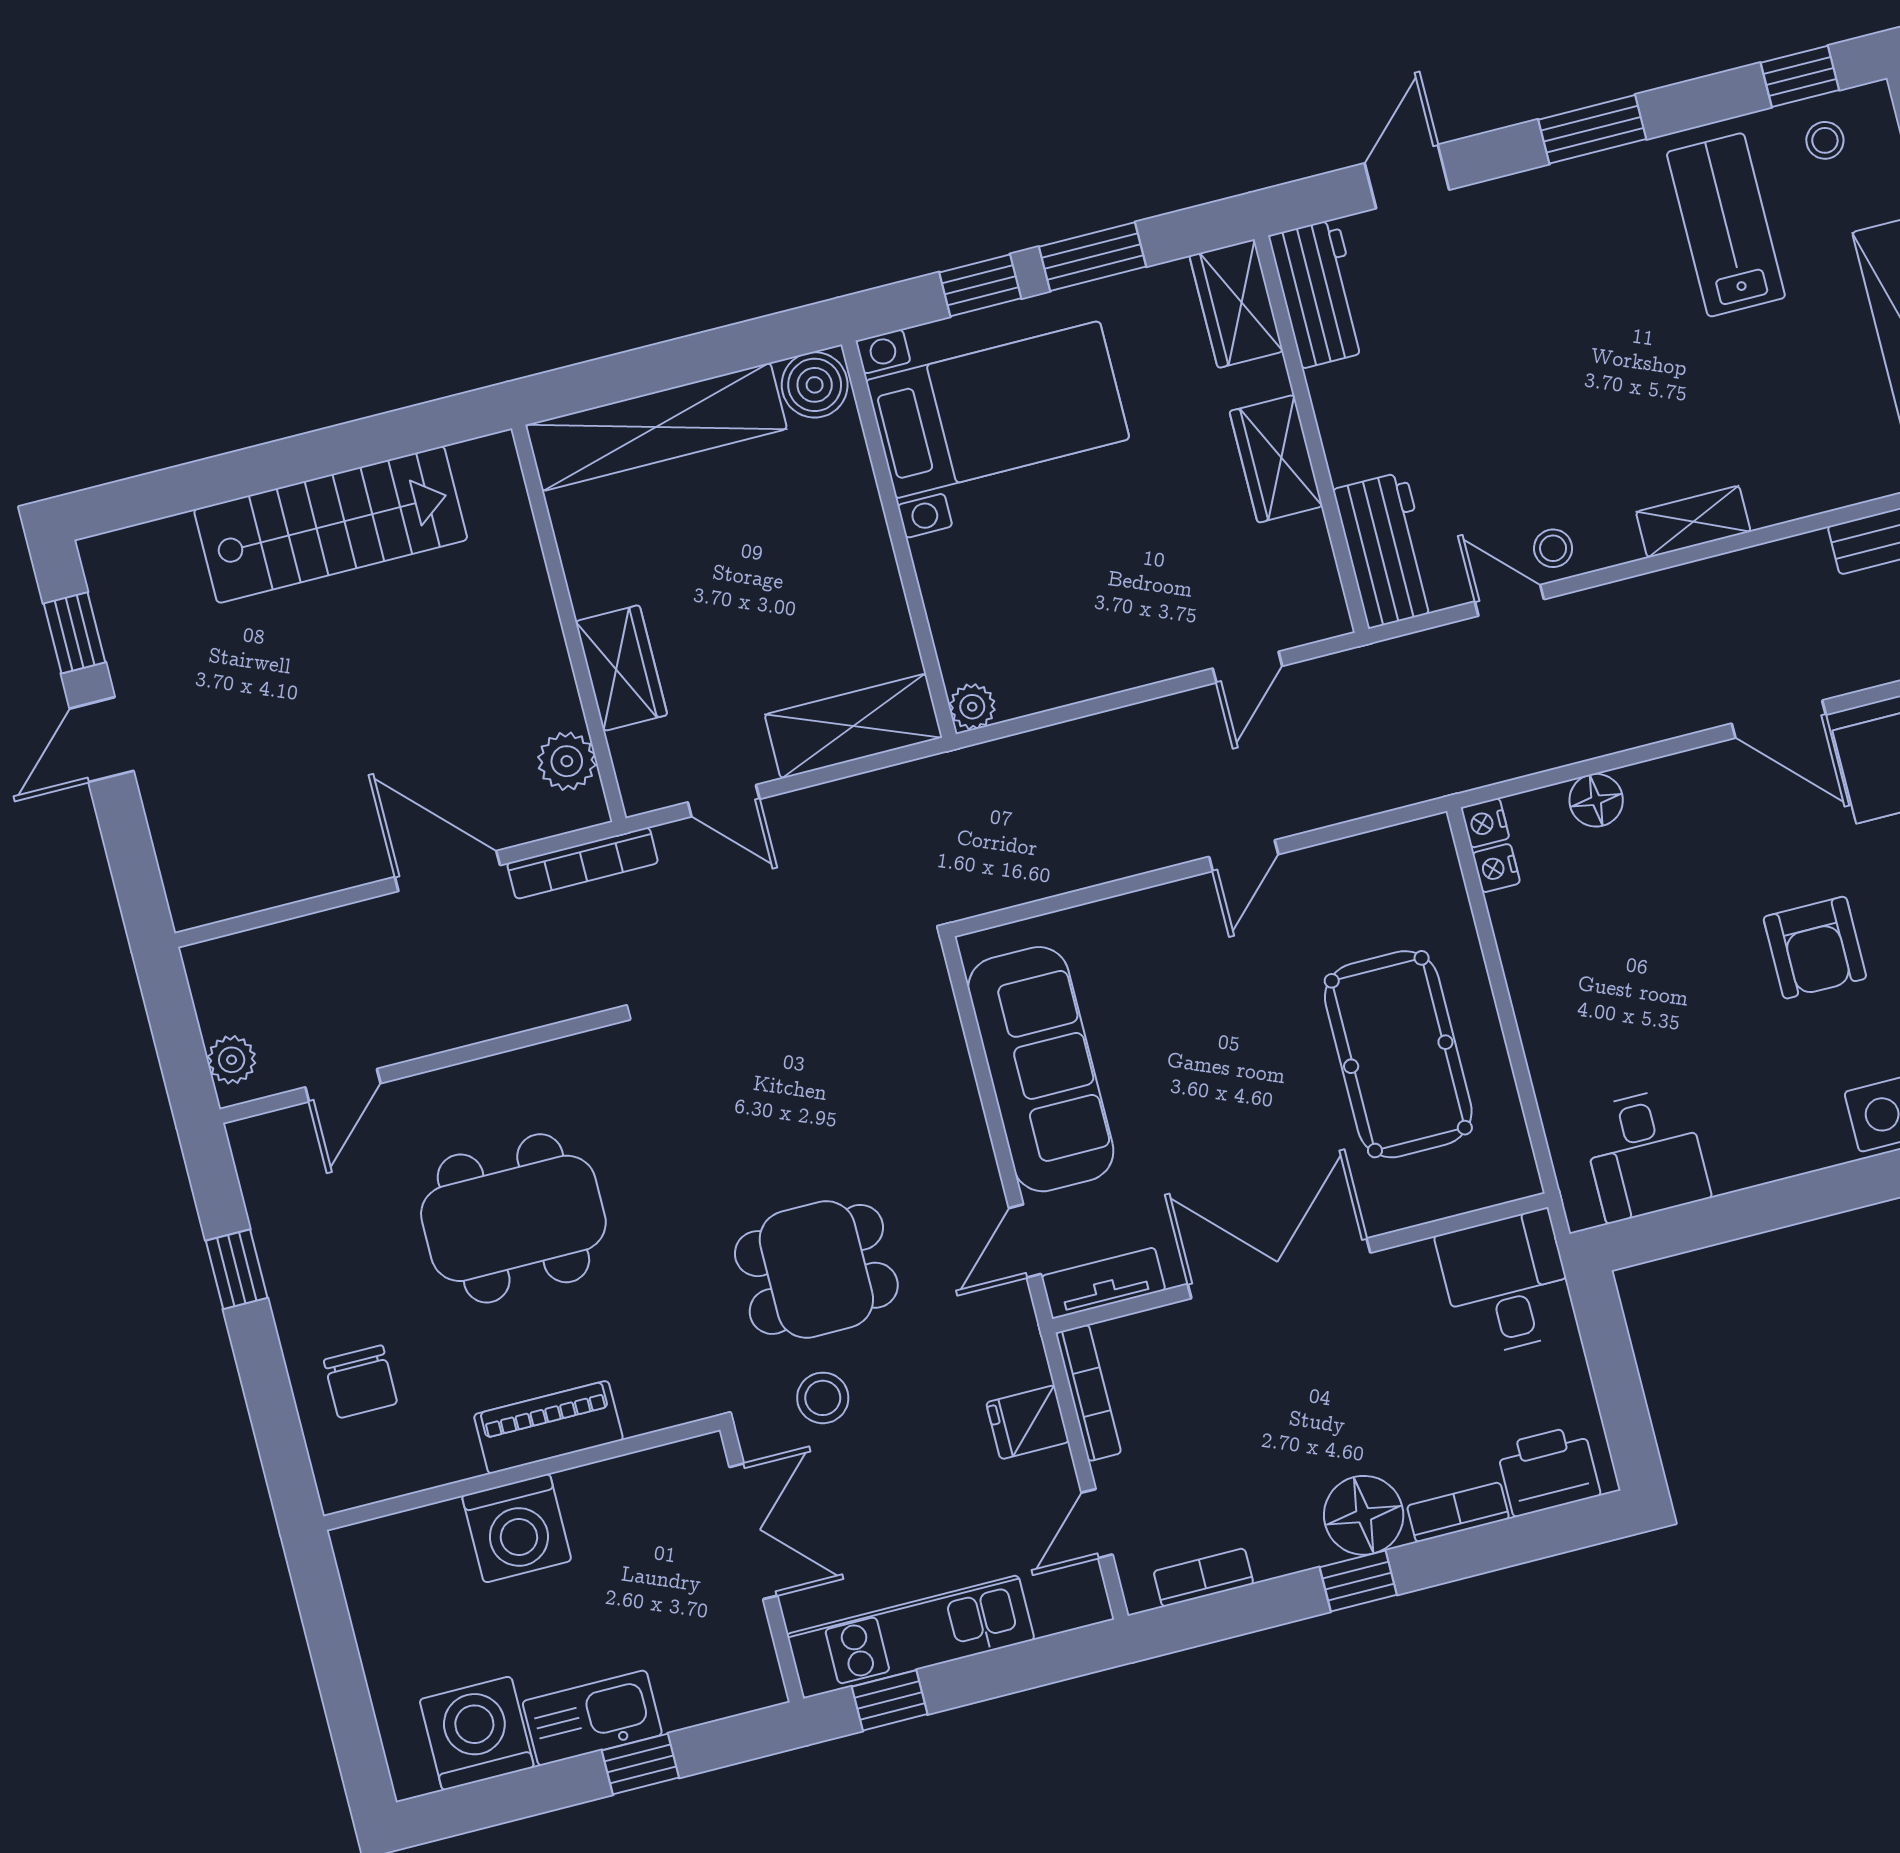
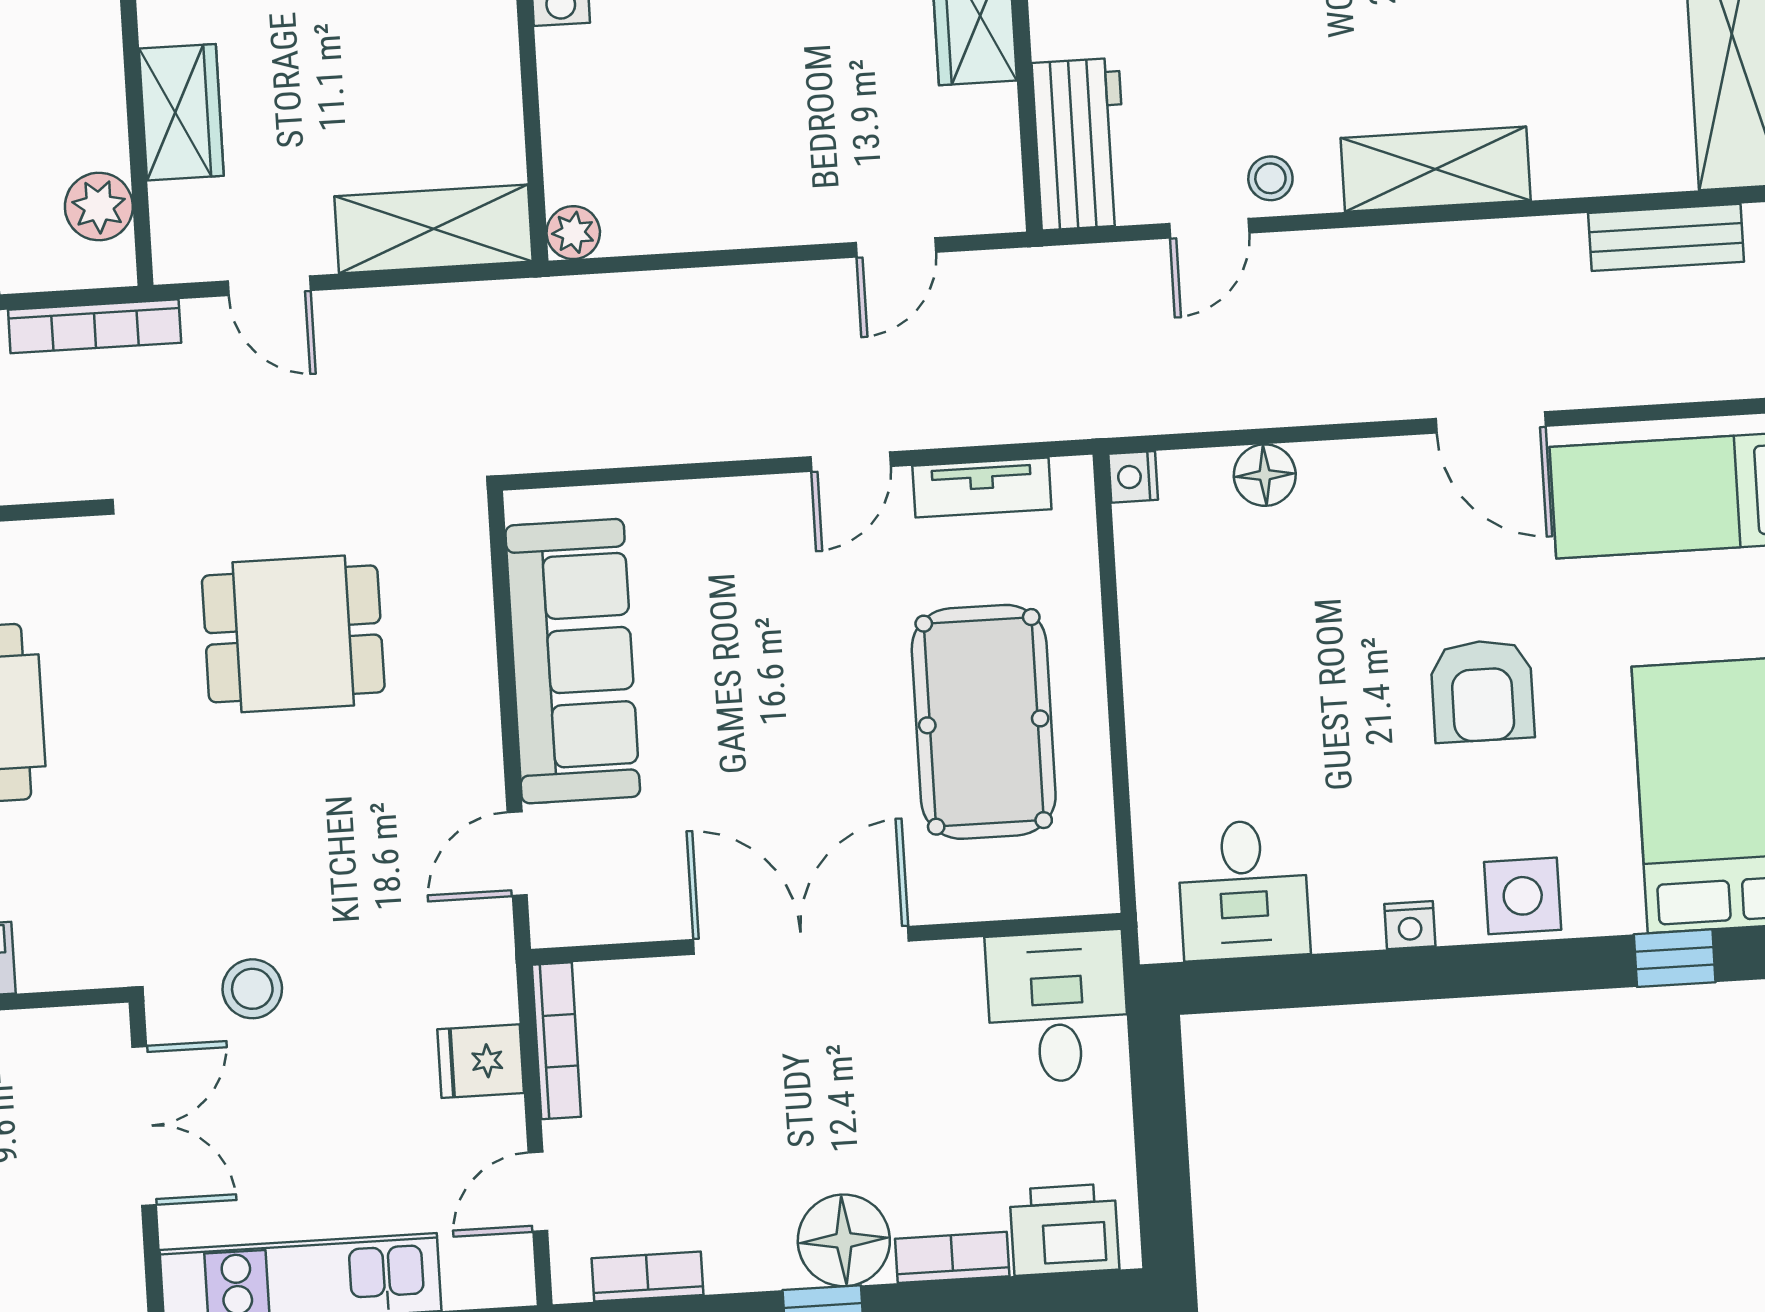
shelving: (1693, 522) -> (1436, 169), width x1.50, depth x1.33
door: (1509, 600) -> (1209, 228), swing flipped
nightstand: (1496, 868) -> (1410, 925), moved, turned -90
dining table: (816, 1269) -> (293, 634), moved
tv unit: (1103, 1283) -> (982, 488), moved, turned 180

